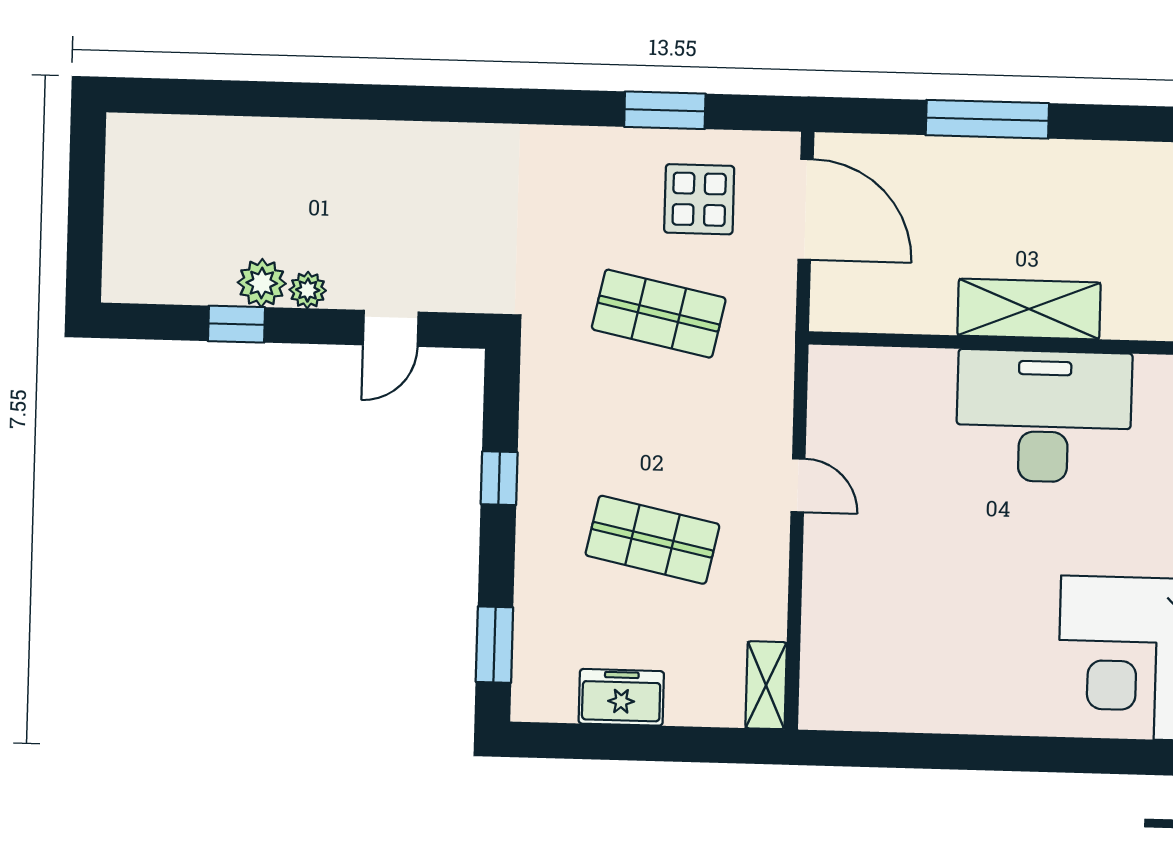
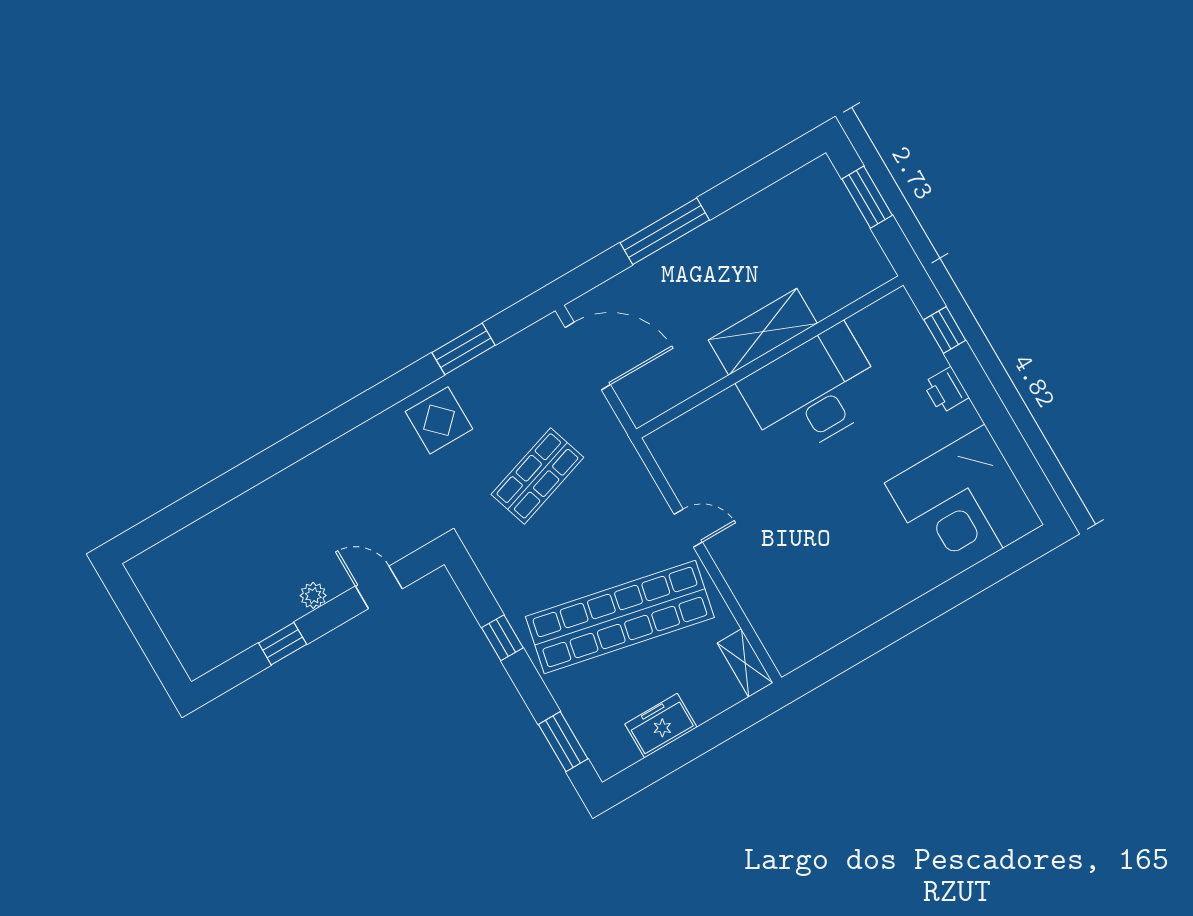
display table: (699, 199) -> (439, 420), moved
plant: (262, 283) -> (282, 609), removed
shop shelf: (659, 314) -> (537, 476), turned -30
door: (391, 328) -> (379, 587), swing flipped
shop shelf: (652, 540) -> (620, 617), width x2.00, depth x1.36

